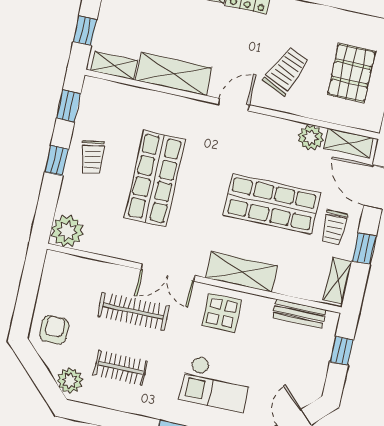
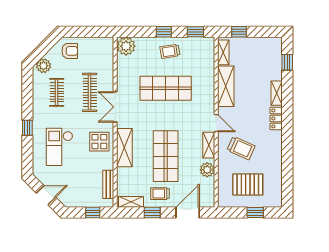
shelving: (348, 143) -> (209, 145), moved

